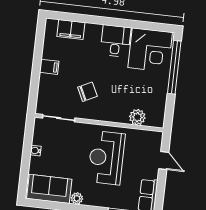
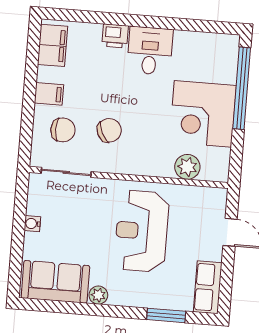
filing cabinet: (71, 29) -> (53, 45), moved, turned -90
printer: (93, 31) -> (115, 36), added
corner desk: (150, 50) -> (203, 114), moved, turned 90
chair: (57, 90) -> (63, 130), added

